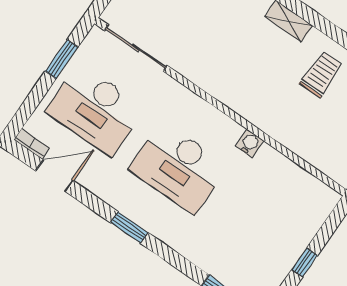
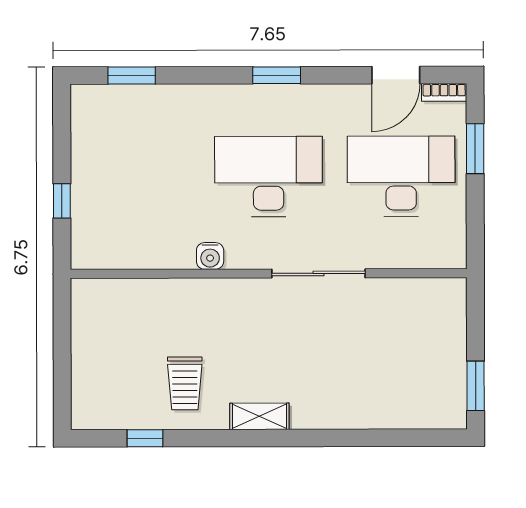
sliding door: (136, 48) -> (318, 273), moved
window: (62, 59) -> (475, 149), moved
window: (305, 262) -> (62, 201), moved

